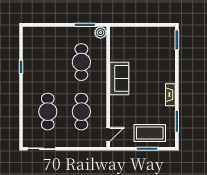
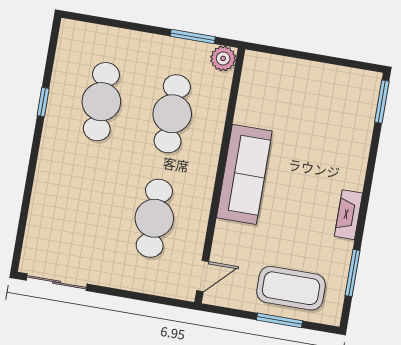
sofa: (119, 78) -> (244, 174), width x1.36
cafe table: (48, 112) -> (101, 102), moved

